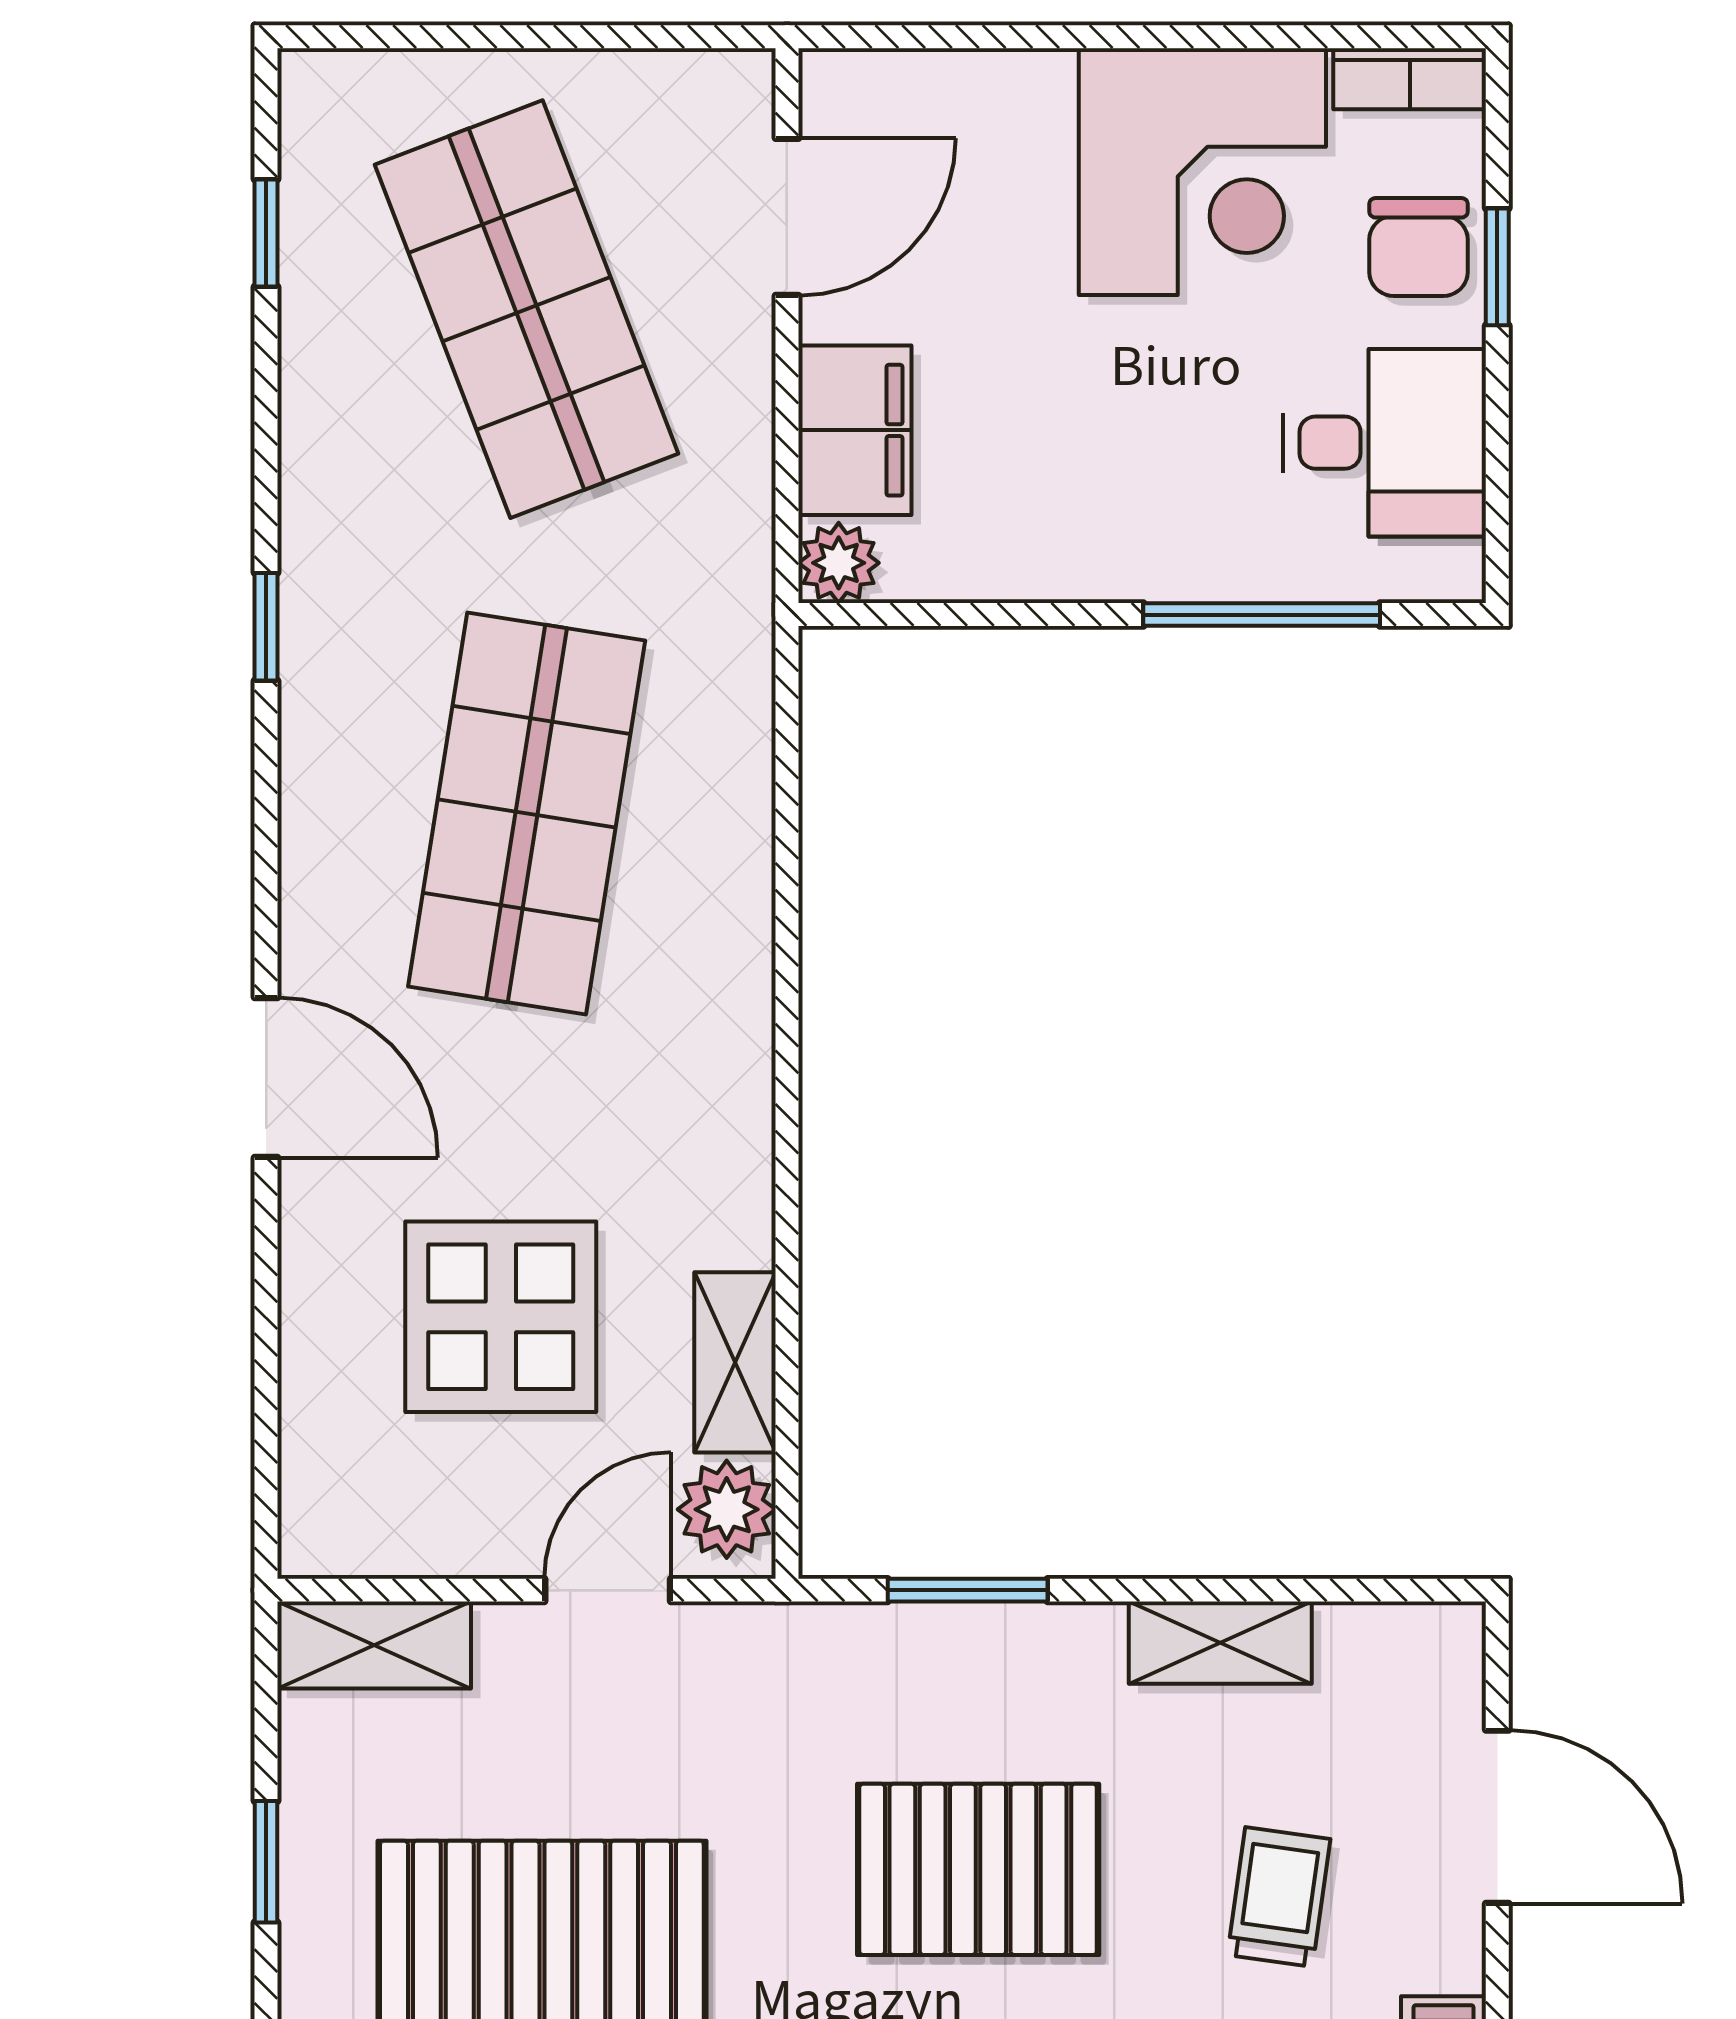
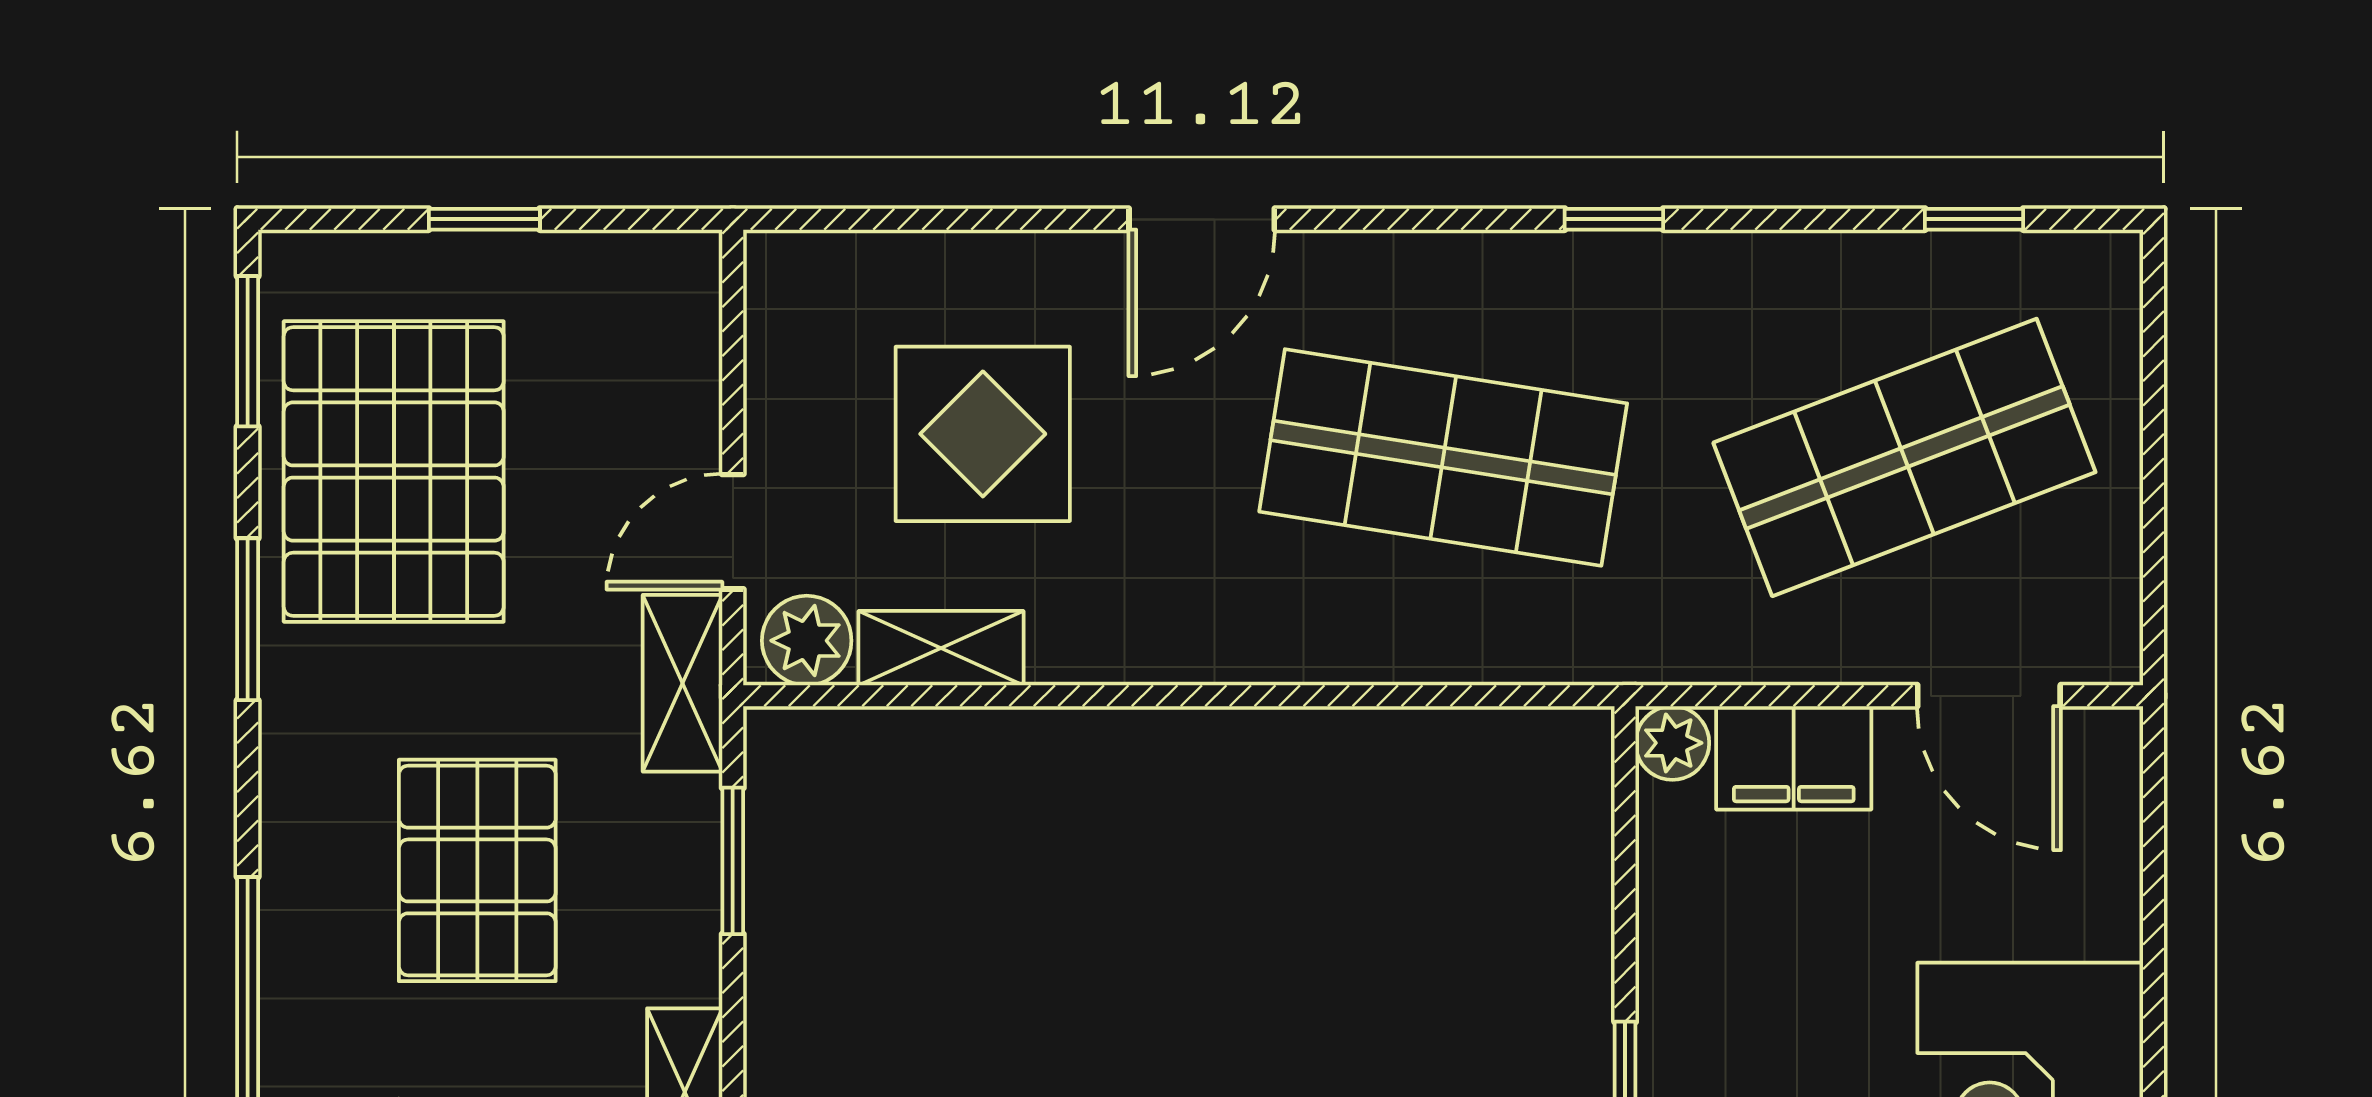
door: (608, 1590) -> (733, 532), swing flipped
shelving: (374, 1645) -> (683, 683), moved

